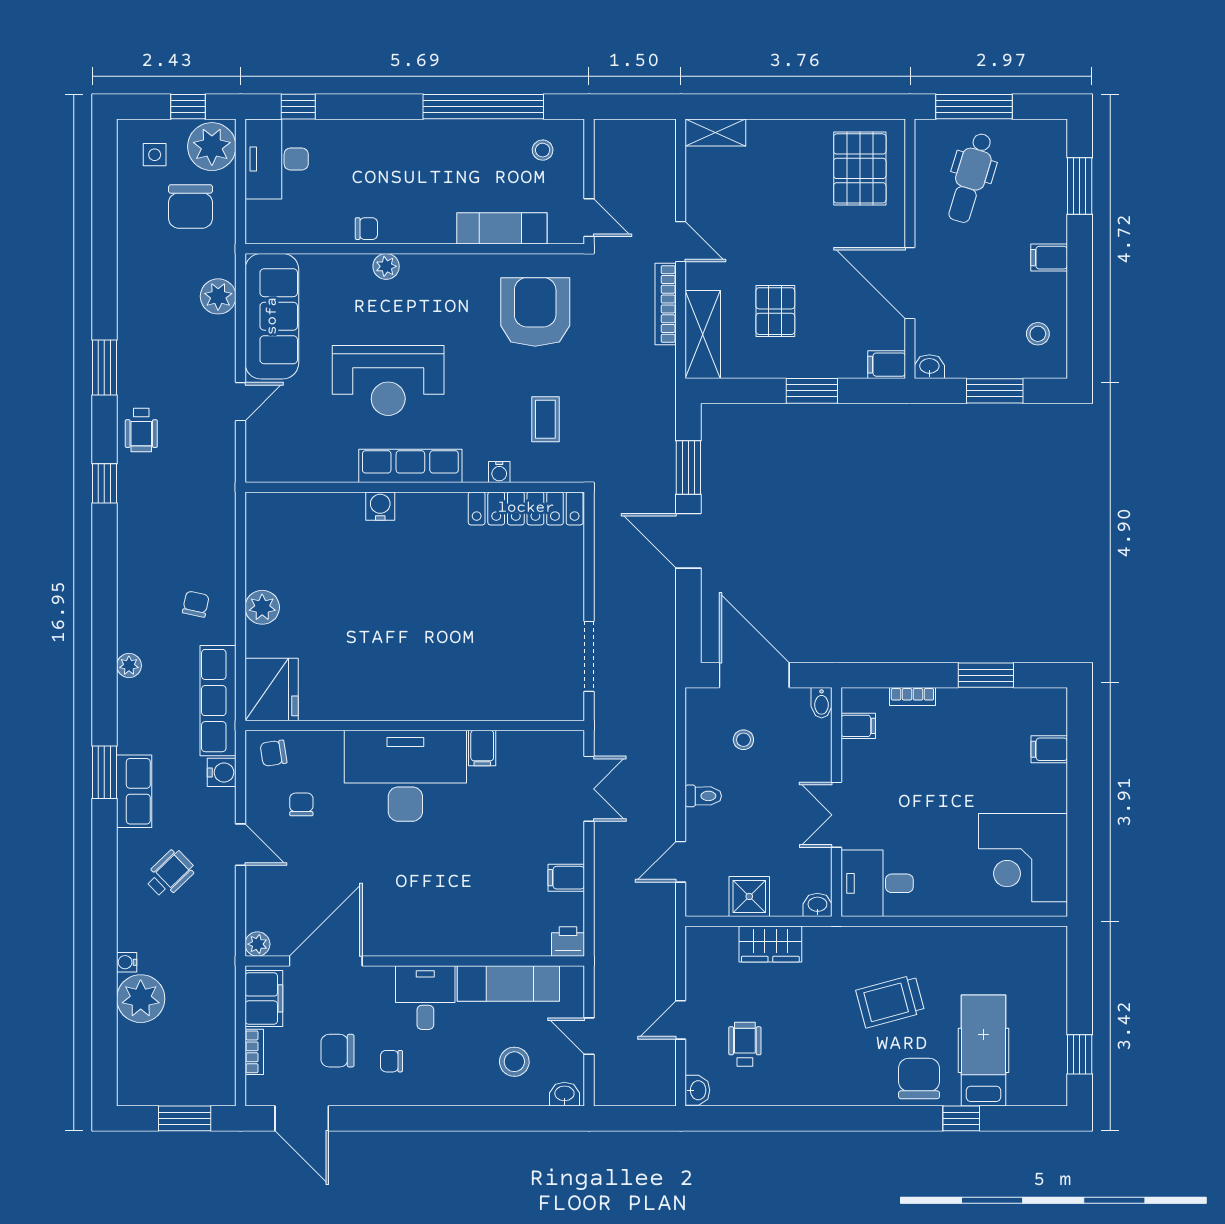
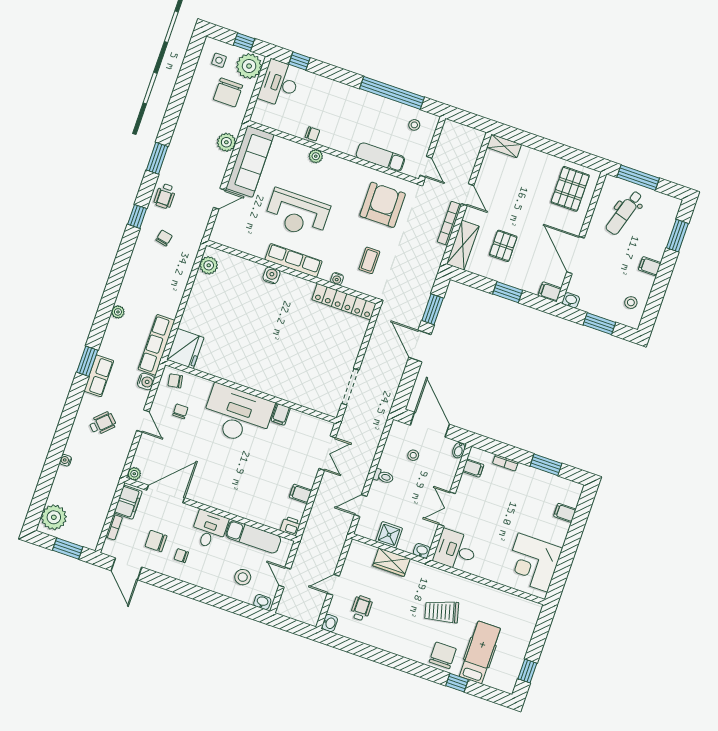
chair: (196, 604) -> (164, 238), moved
plant: (262, 607) -> (209, 265), moved
plant: (141, 999) -> (54, 517), moved

